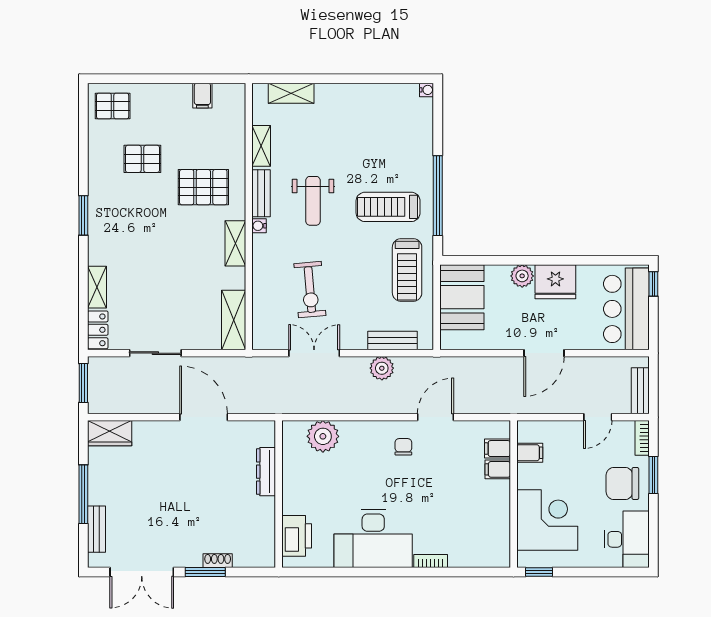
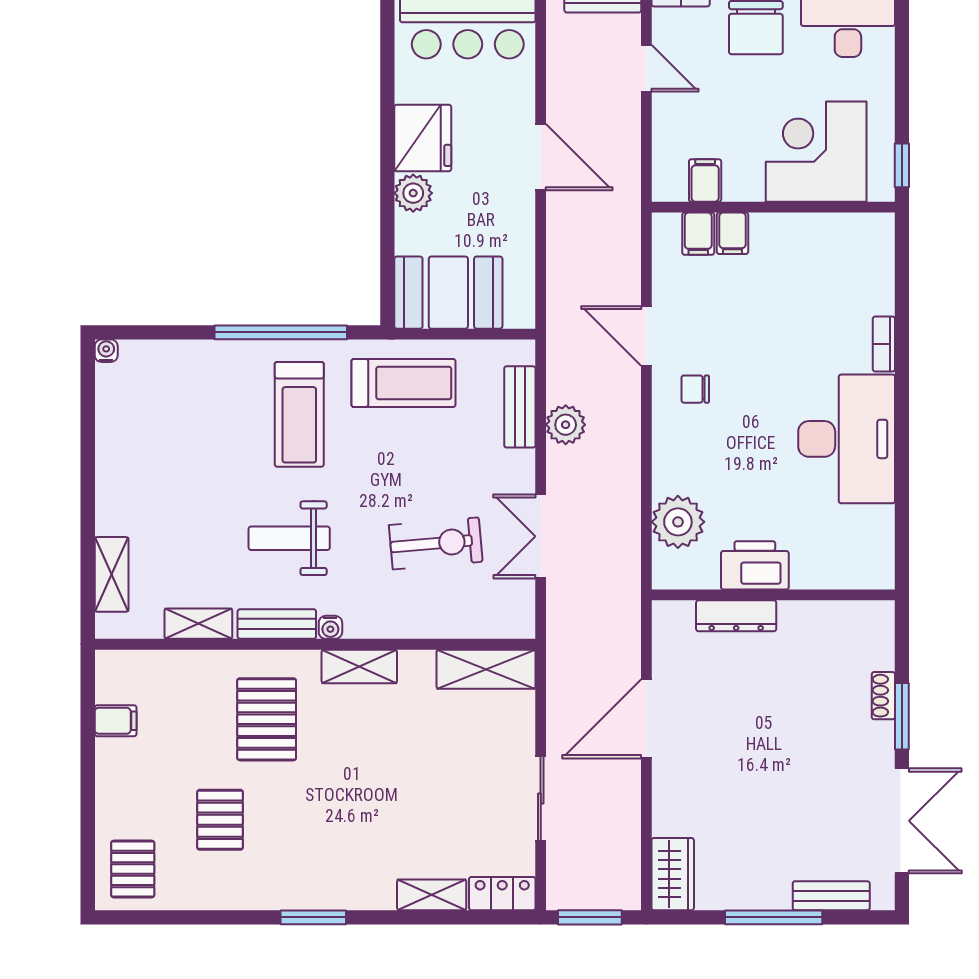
weight bench: (313, 201) -> (289, 538), turned 180
printer: (297, 536) -> (755, 565), moved

